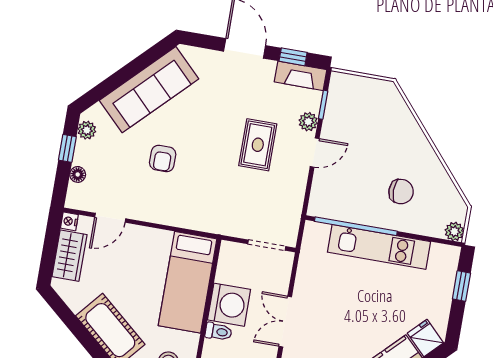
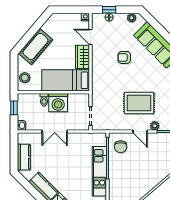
rug: (258, 145) -> (139, 103), width x1.36, depth x1.43
window: (67, 148) -> (109, 10), moved
chair: (401, 192) -> (121, 147), moved
wardrobe: (69, 256) -> (83, 57), moved, turned 90
double door: (285, 322) -> (55, 132), swing flipped

